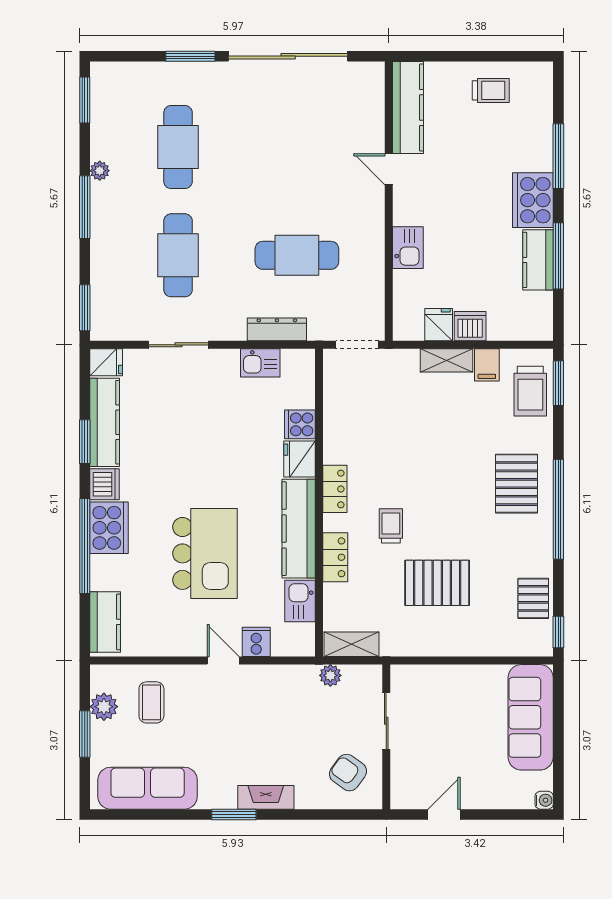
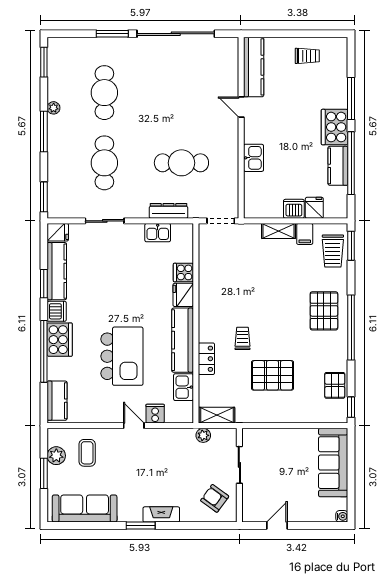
window: (558, 256) -> (351, 163), width x1.46
fridge: (439, 325) -> (314, 208), moved
locker: (335, 489) -> (206, 314), removed

